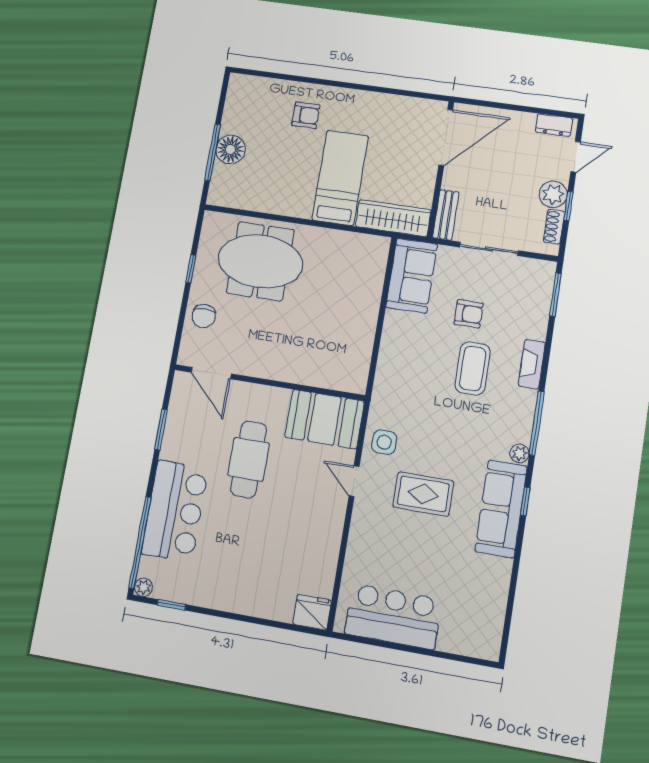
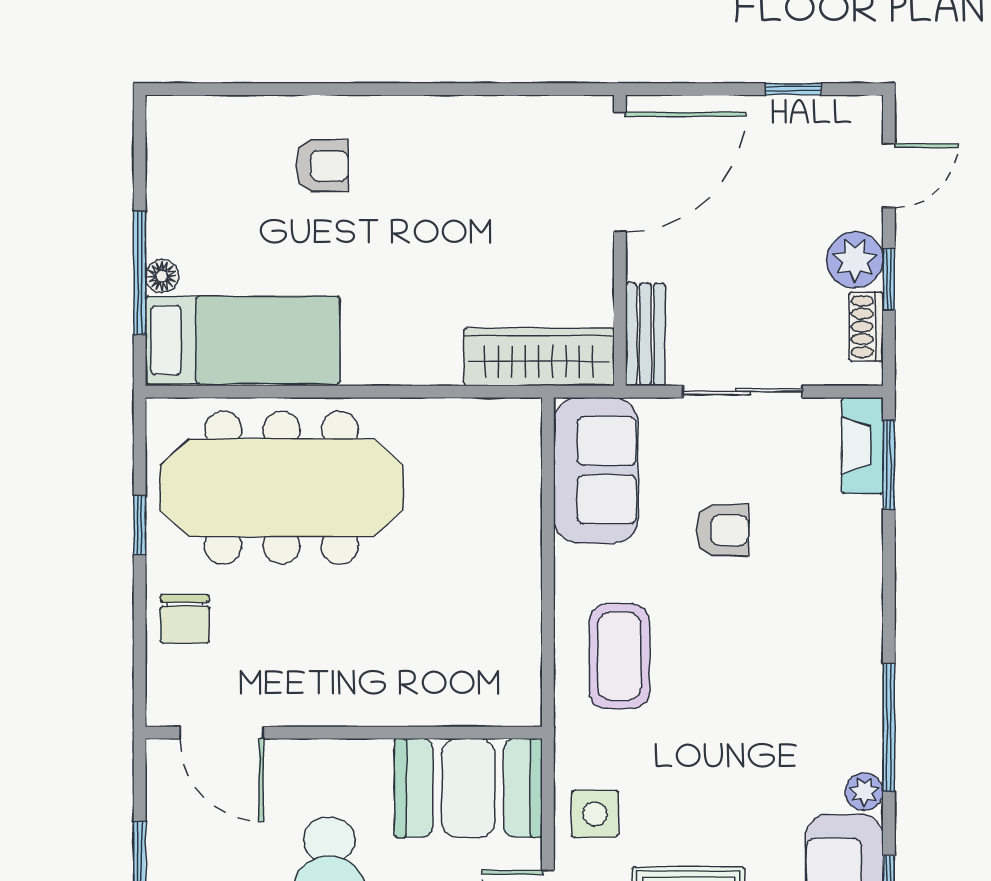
window: (535, 110) -> (793, 89), added
dresser: (554, 125) -> (836, 115), removed
floor lamp: (230, 149) -> (162, 276), width x0.53, depth x0.53
bed: (340, 178) -> (243, 340), moved, turned 90
meeting table: (260, 261) -> (281, 488), width x1.36
fireplace: (532, 364) -> (862, 445), moved
coffee table: (473, 368) -> (619, 656), moved

